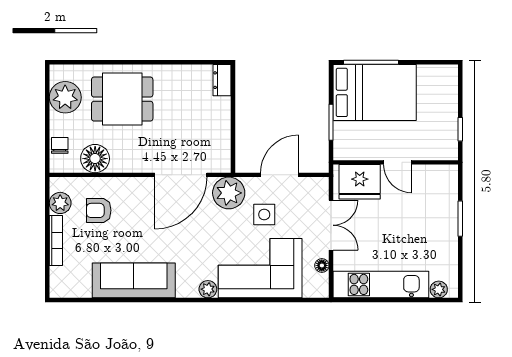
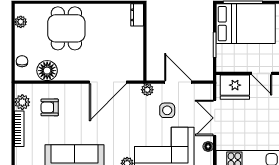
plant: (65, 97) -> (21, 22), width x0.53, depth x0.53
dining table: (122, 99) -> (66, 28), turned 90
door: (280, 175) -> (178, 82), hinge flipped
plant: (229, 193) -> (147, 90), width x0.53, depth x0.53
double door: (331, 225) -> (215, 118), swing flipped

